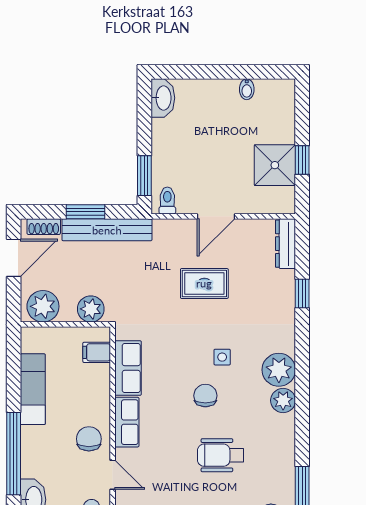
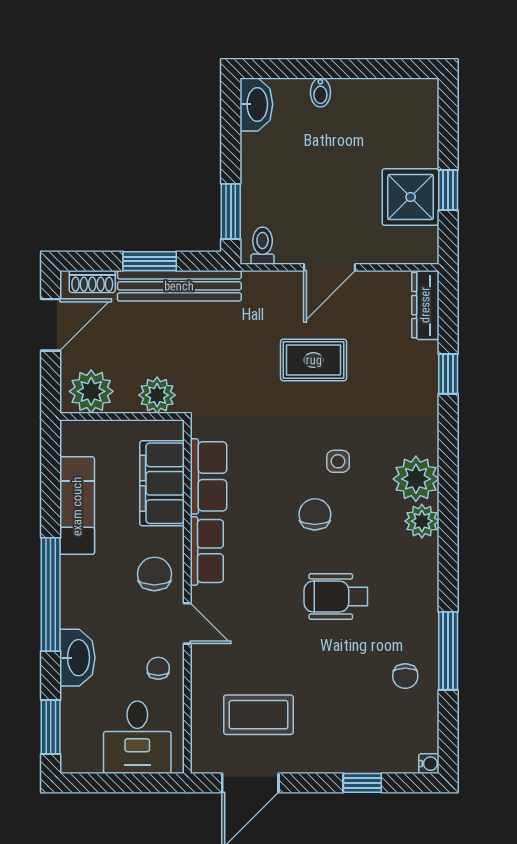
bidet: (247, 89) -> (320, 93), moved
filing cabinet: (97, 352) -> (162, 483), width x3.00, depth x1.17

